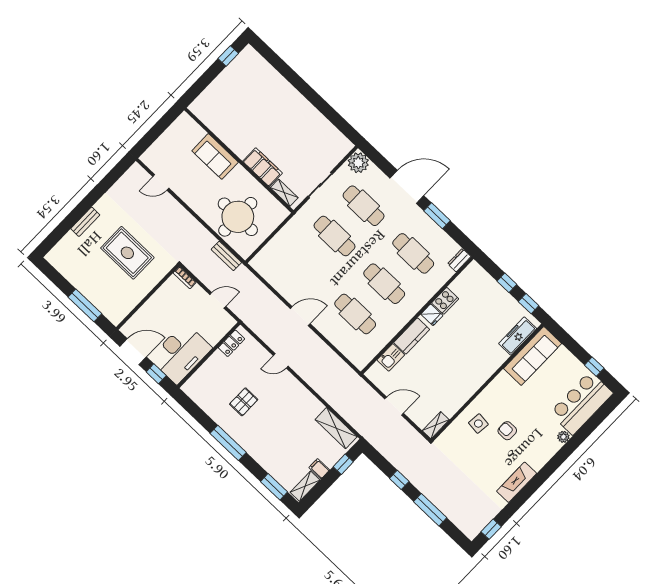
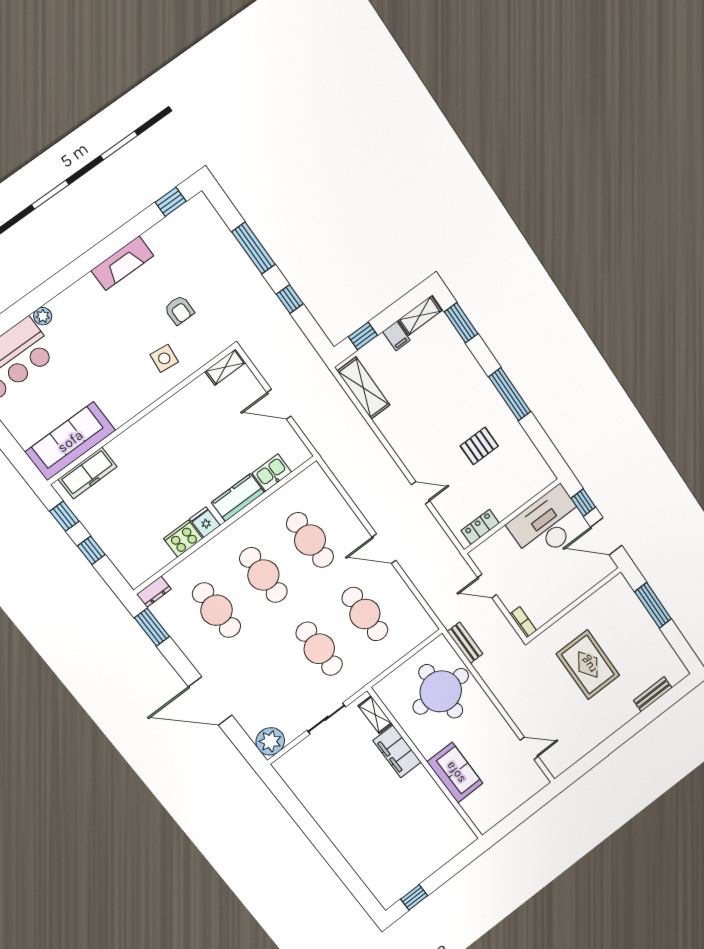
cafe table: (364, 206) -> (365, 614), moved
window: (437, 216) -> (152, 627), moved
bench: (85, 222) -> (653, 694), moved
armchair: (507, 431) -> (179, 310), moved

